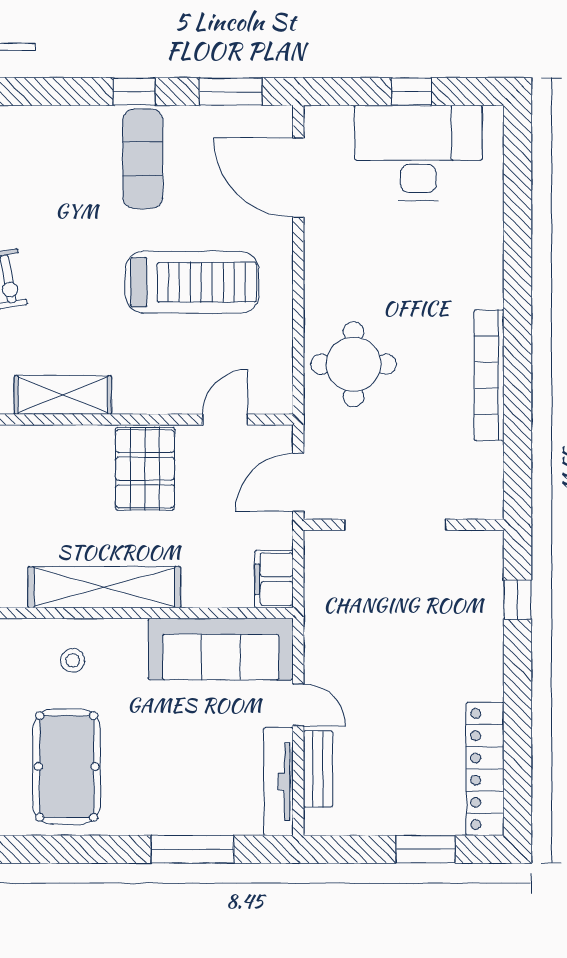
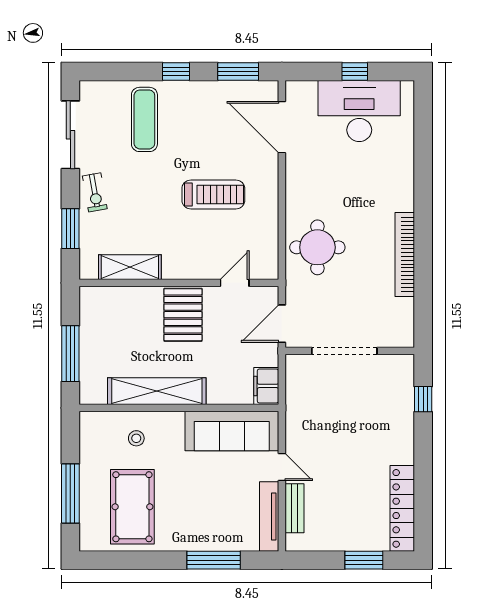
exercise mat: (143, 159) -> (144, 119), moved
treadmill: (192, 282) -> (213, 194), width x0.73, depth x0.73

